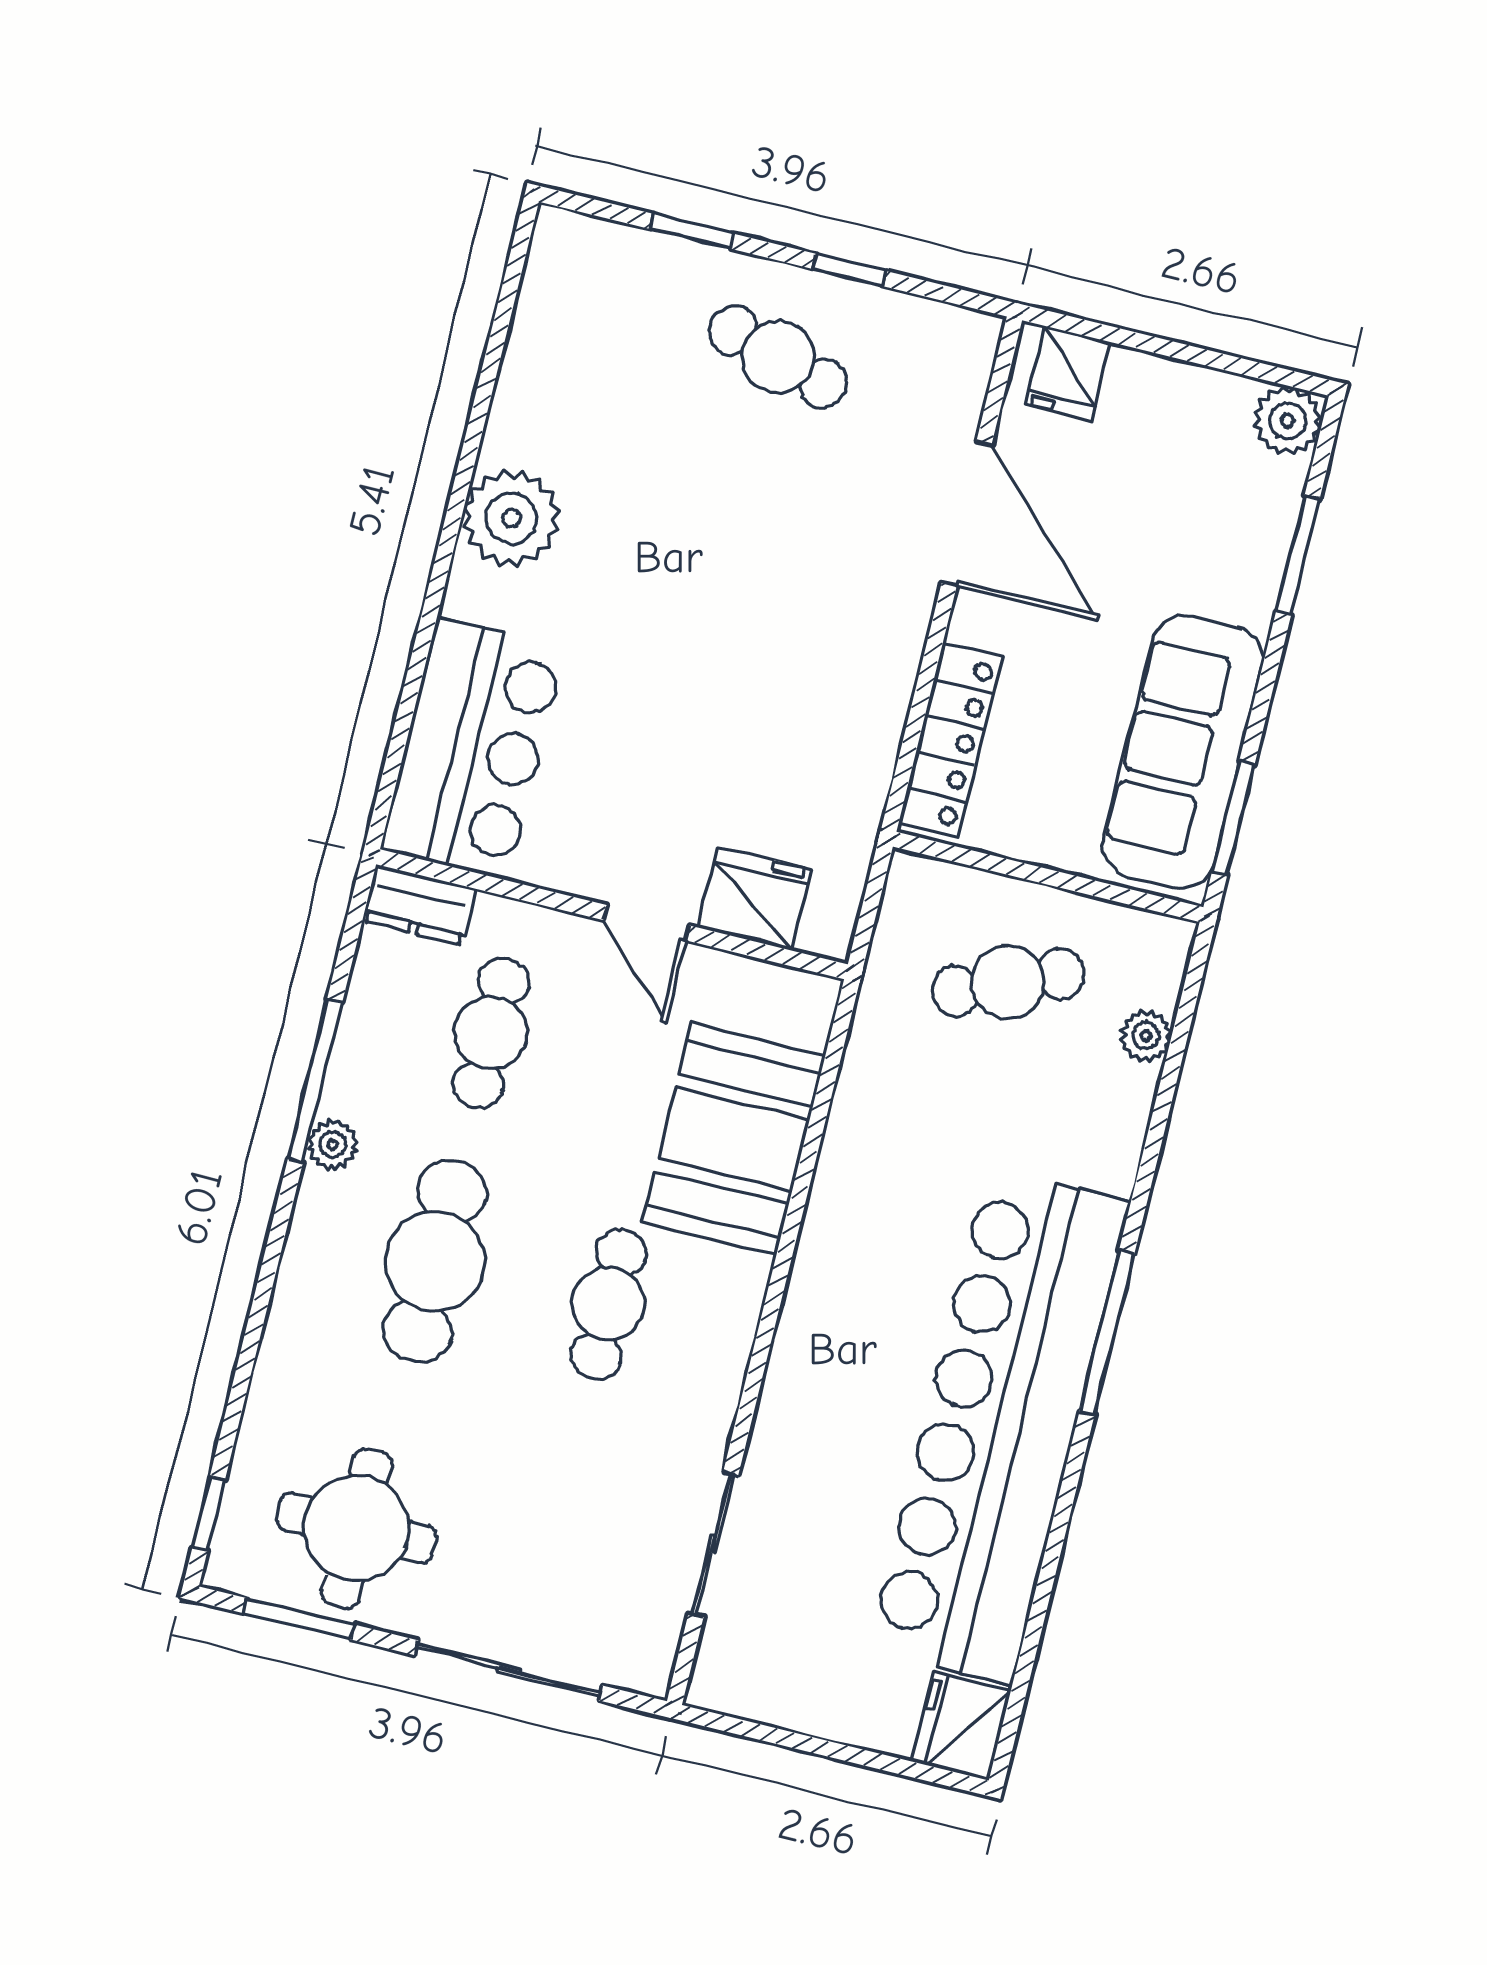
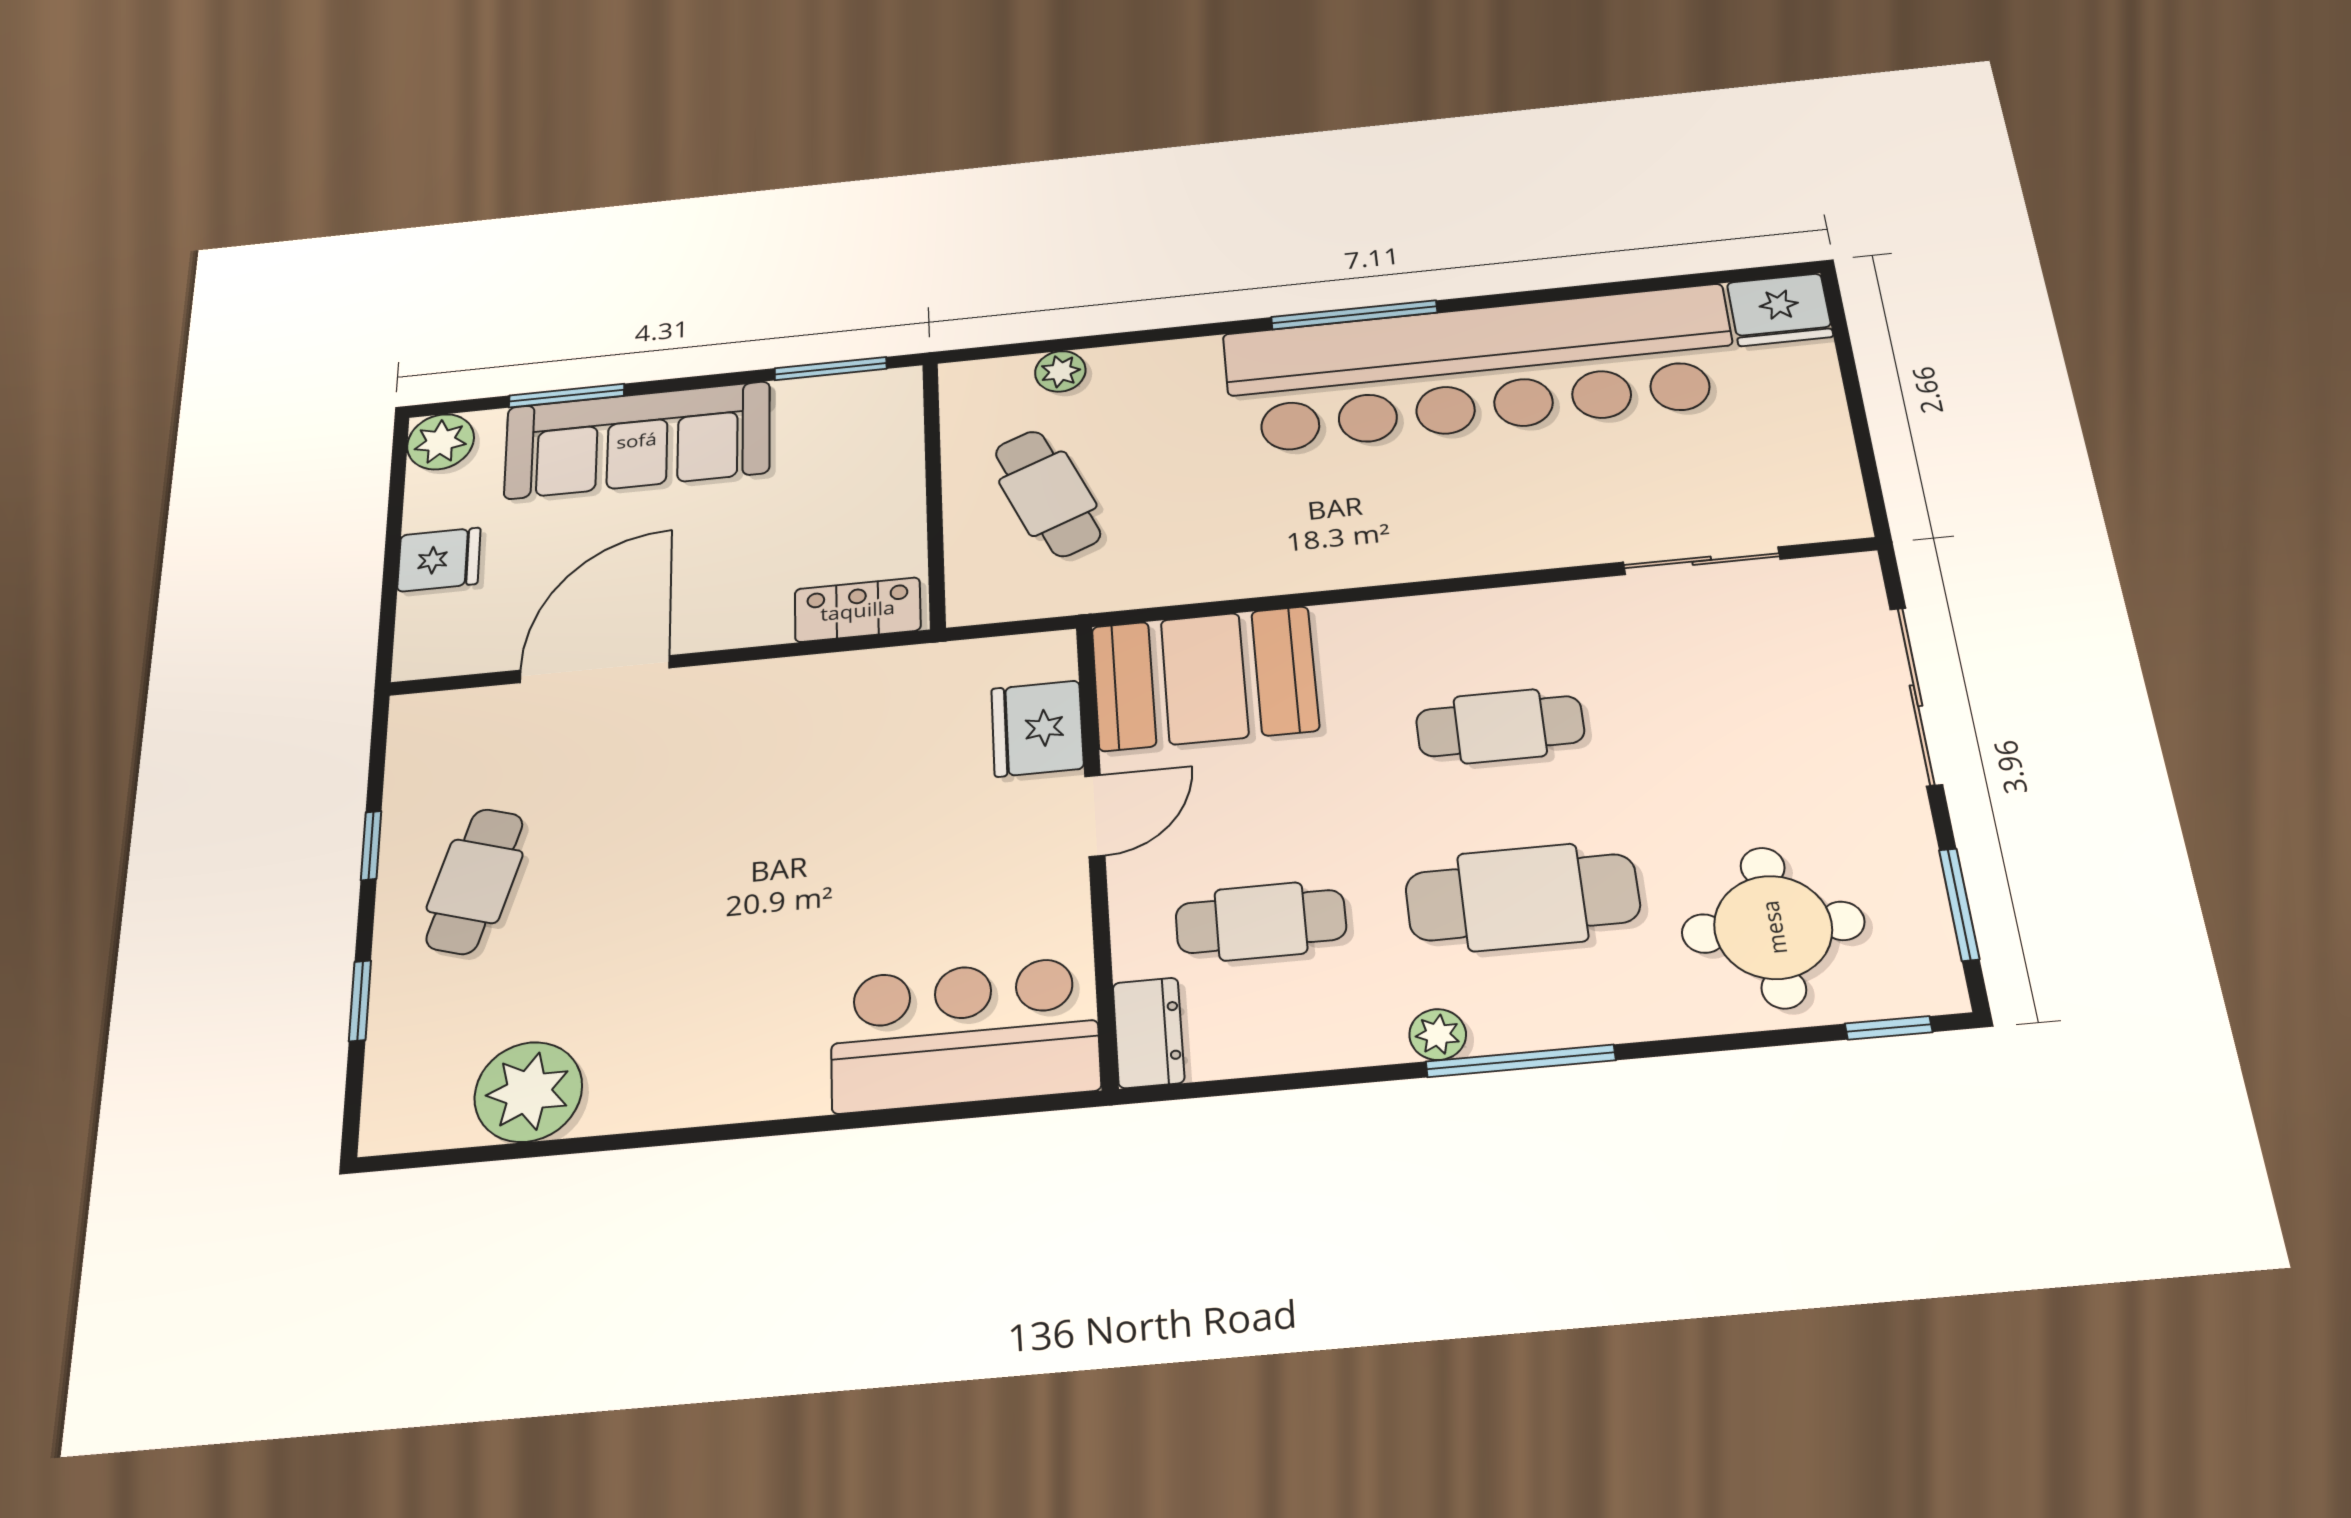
fridge: (1068, 373) -> (439, 560), moved
plant: (511, 518) -> (528, 1092), moved
locker: (950, 740) -> (858, 610), width x0.66
sofa: (1183, 752) -> (637, 440), moved
window: (315, 1081) -> (1521, 1061), moved
booth: (734, 1139) -> (1204, 678), moved
round table: (357, 1528) -> (1773, 927), moved

